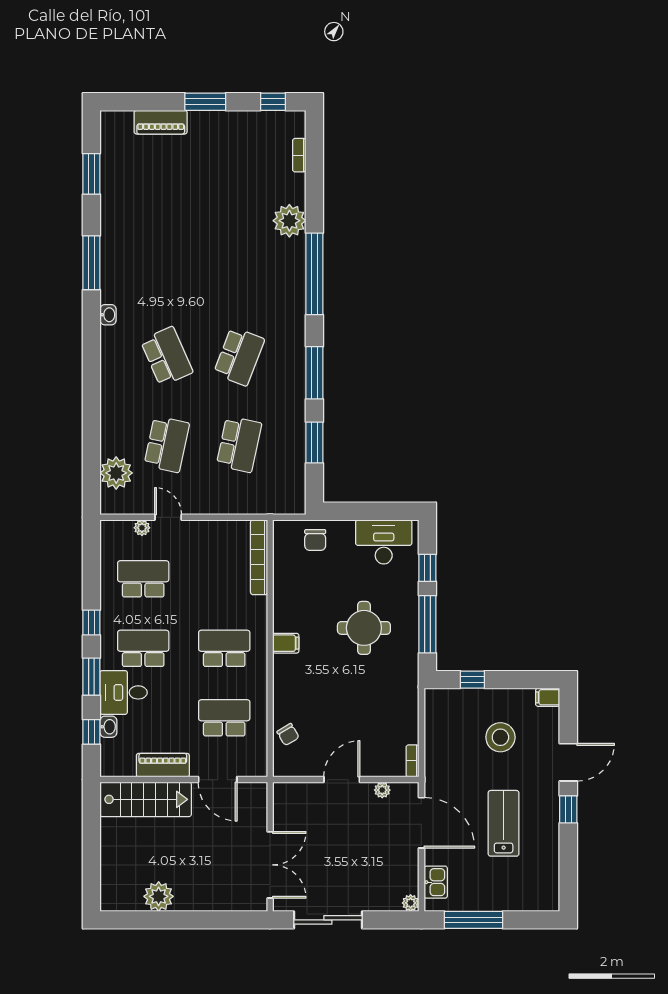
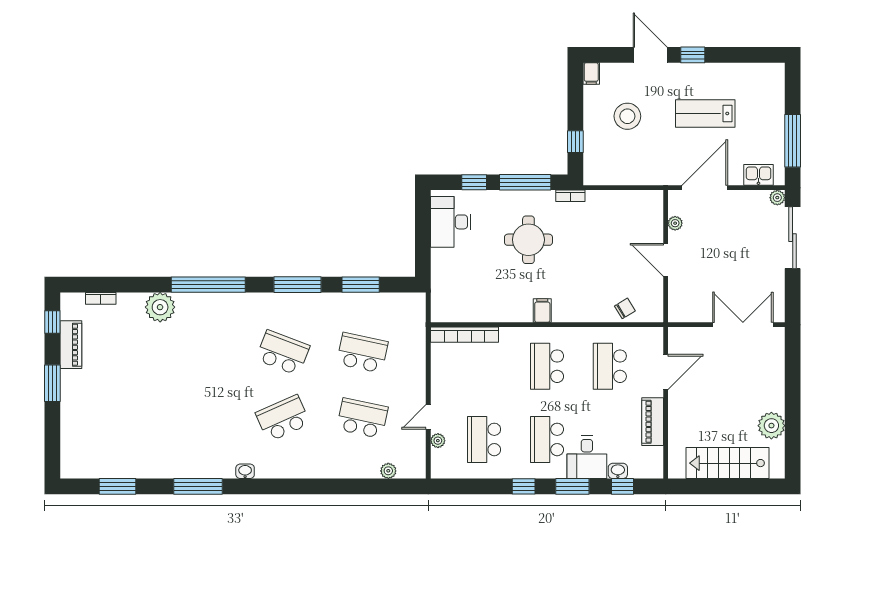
piano: (161, 122) -> (71, 345), moved
plant: (116, 473) -> (388, 471), width x0.53, depth x0.53
chair: (315, 540) -> (449, 284), removed
bookcase: (413, 761) -> (570, 196), moved
stairs: (146, 799) -> (727, 463), moved, turned -90
sliding door: (328, 920) -> (793, 238), moved

